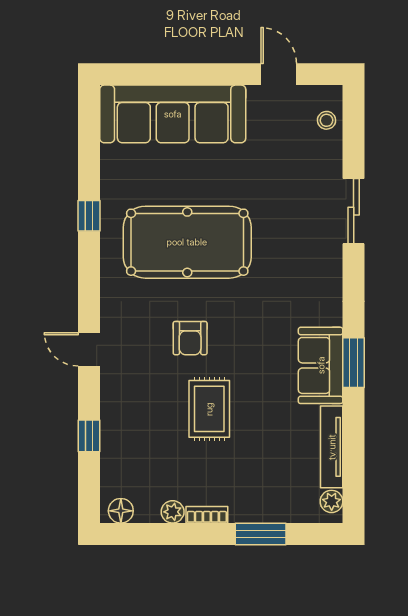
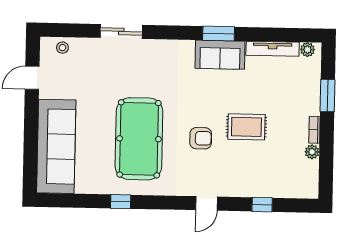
floor lamp: (121, 511) -> (311, 185), removed

